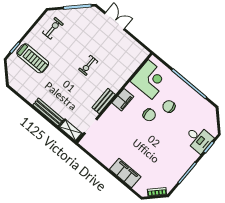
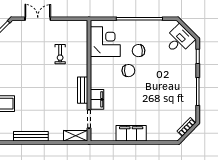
exercise bike: (88, 65) -> (60, 54), moved
filing cabinet: (123, 100) -> (97, 99), moved
bench: (48, 112) -> (31, 136), moved
desk: (199, 139) -> (179, 40), moved, turned -45
filing cabinet: (125, 173) -> (131, 133), moved

